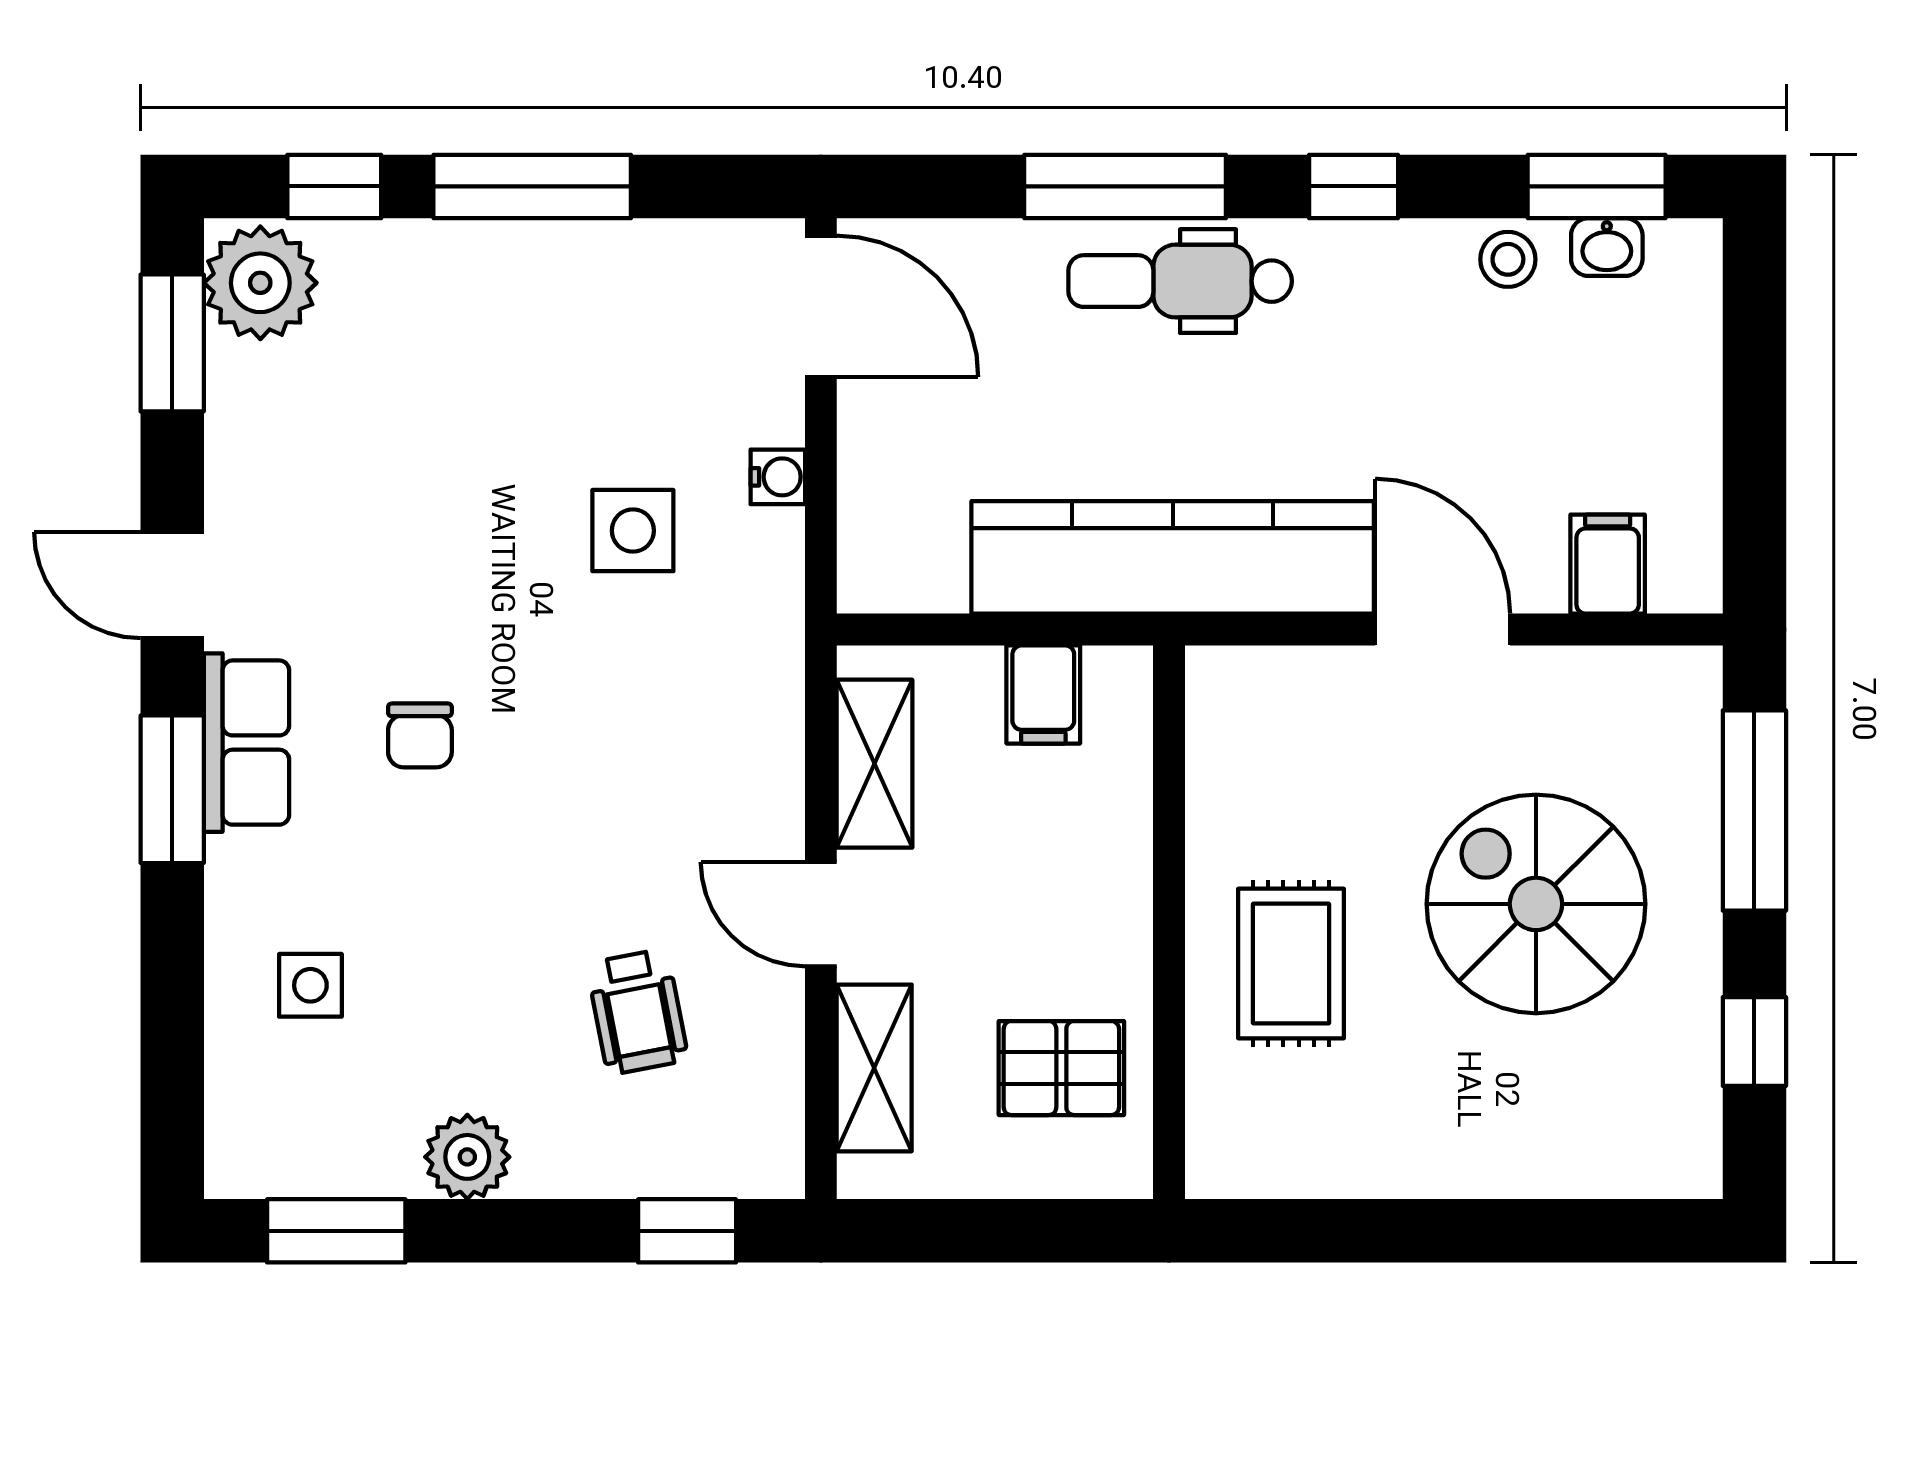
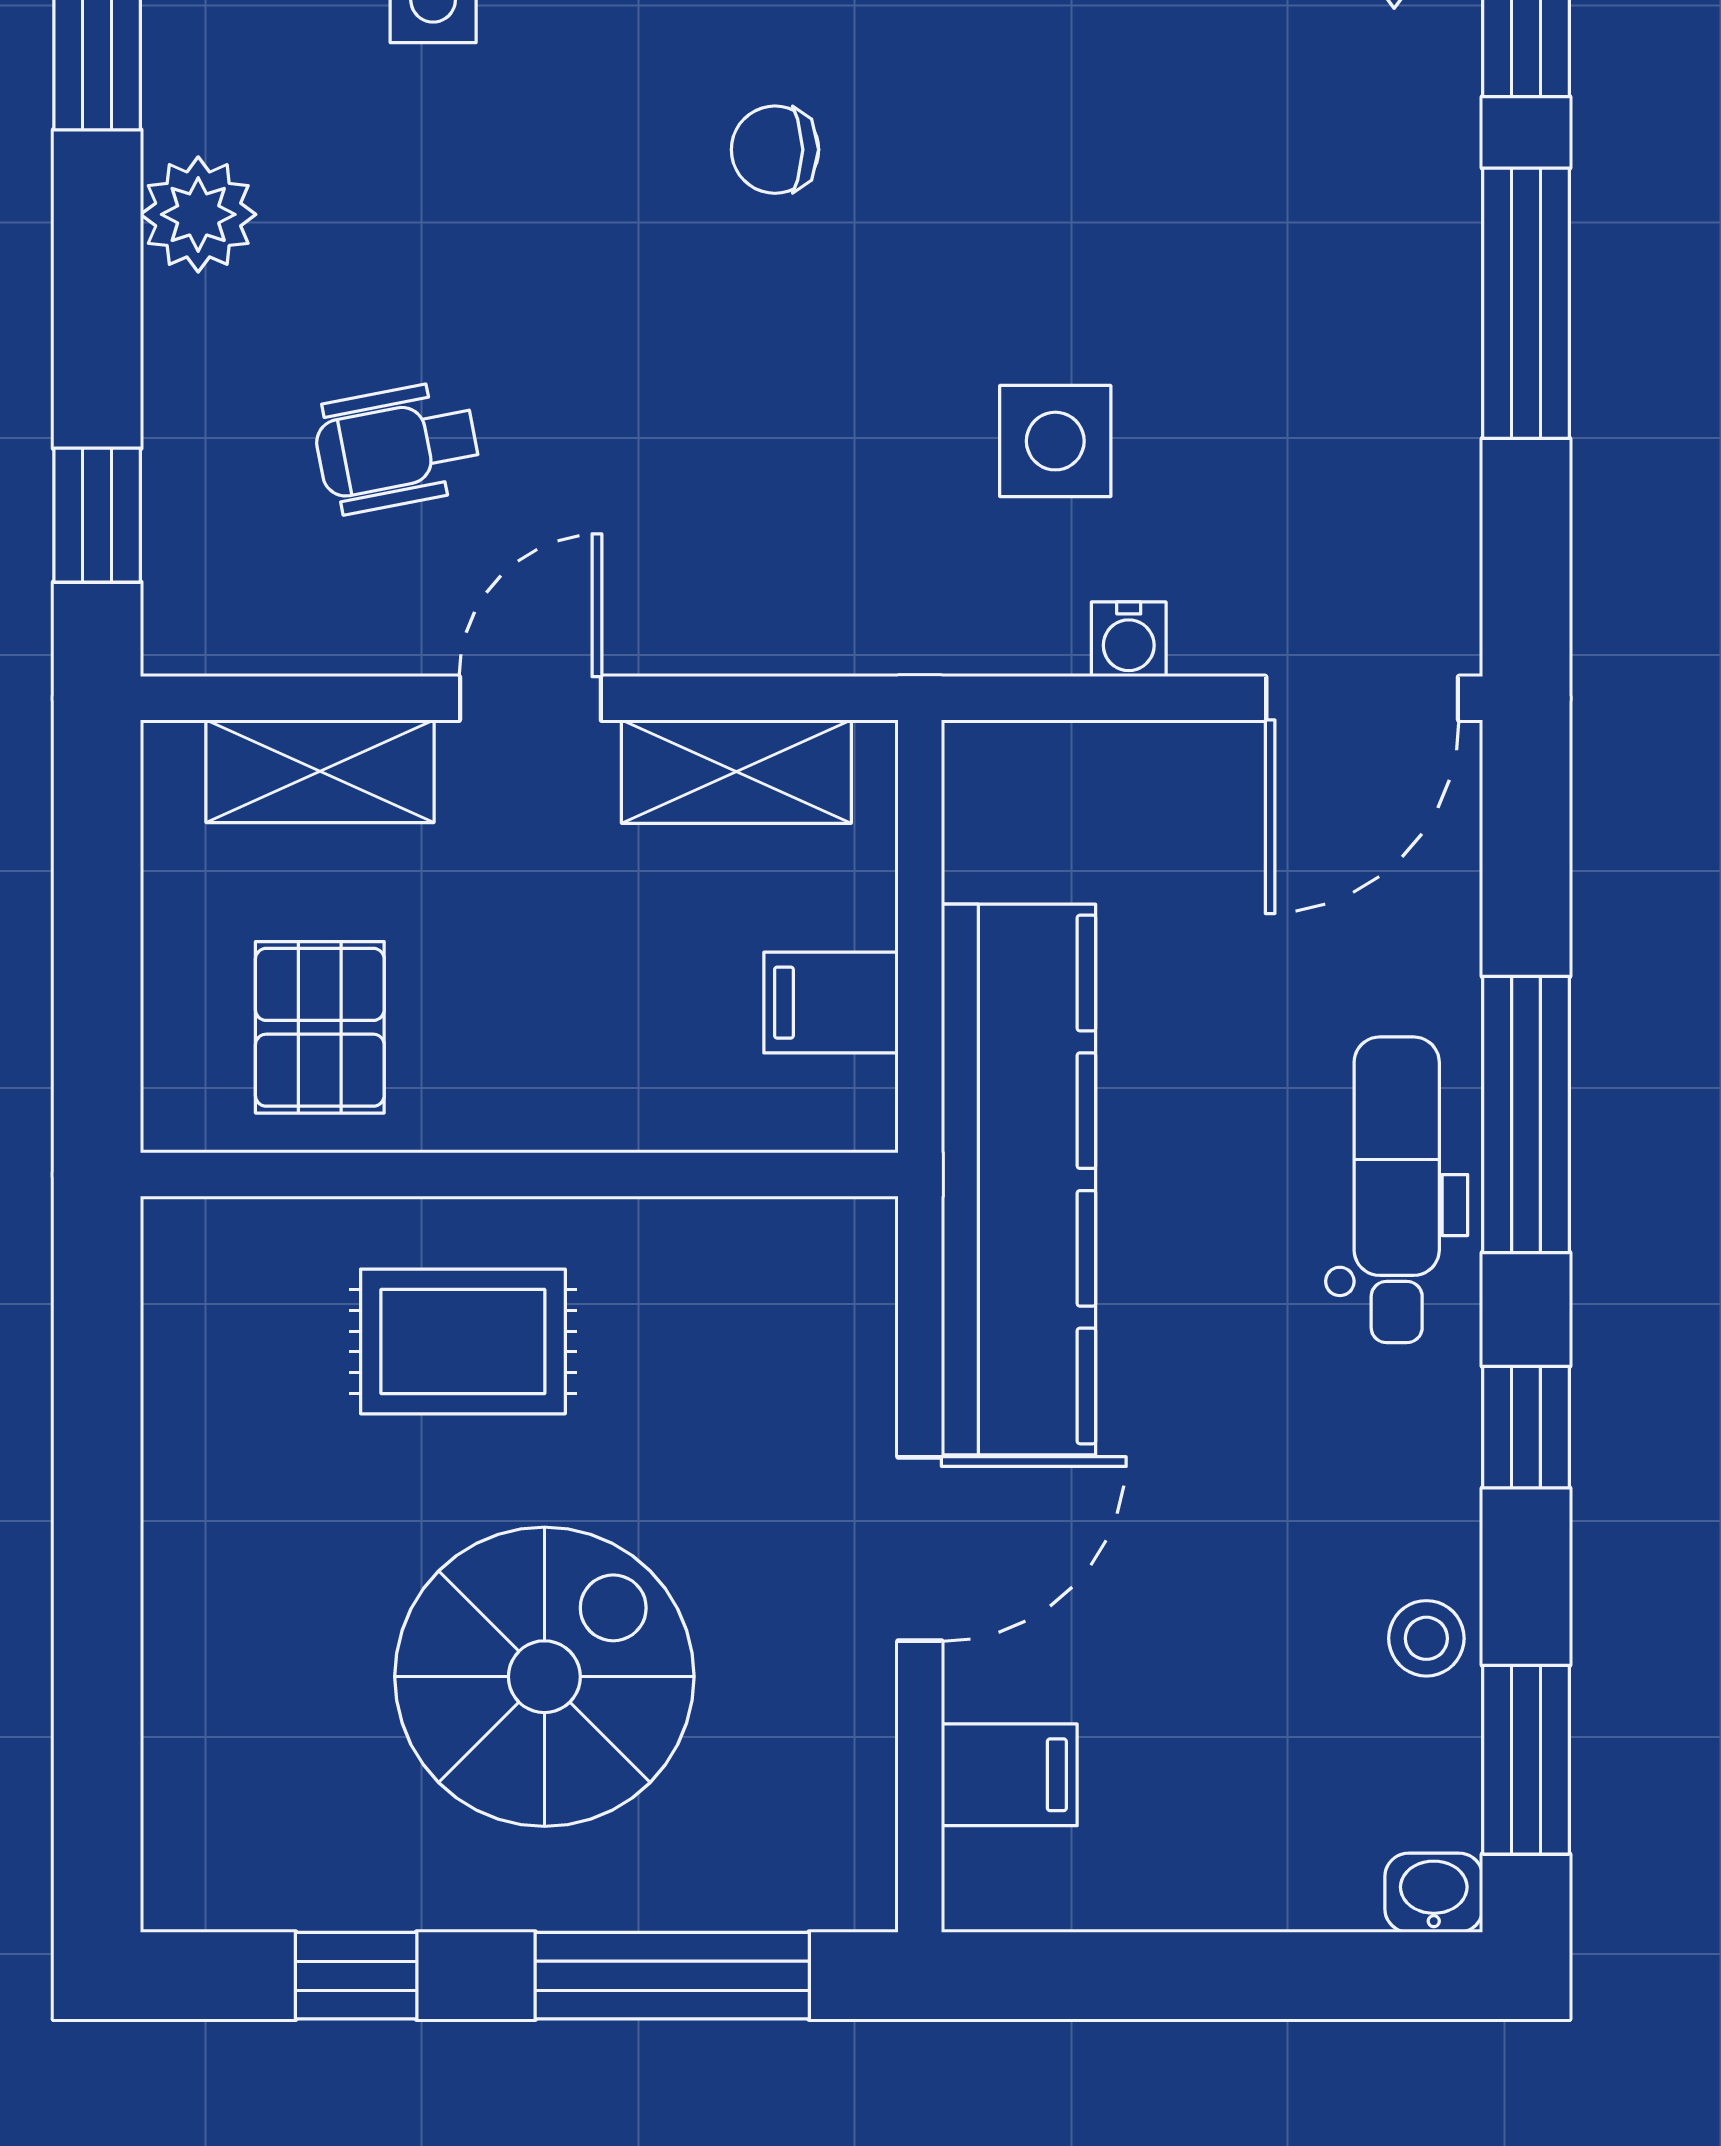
washbasin: (1607, 247) -> (1434, 1893), moved, turned 90

